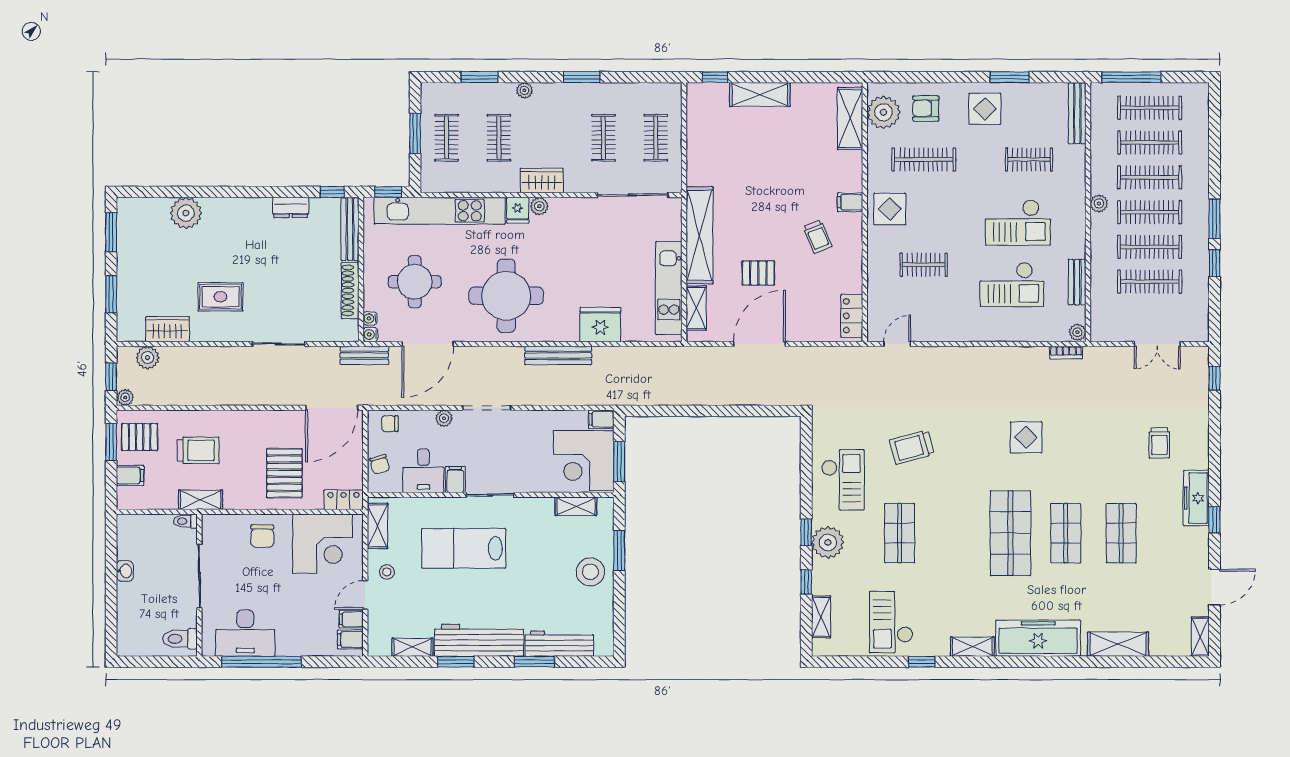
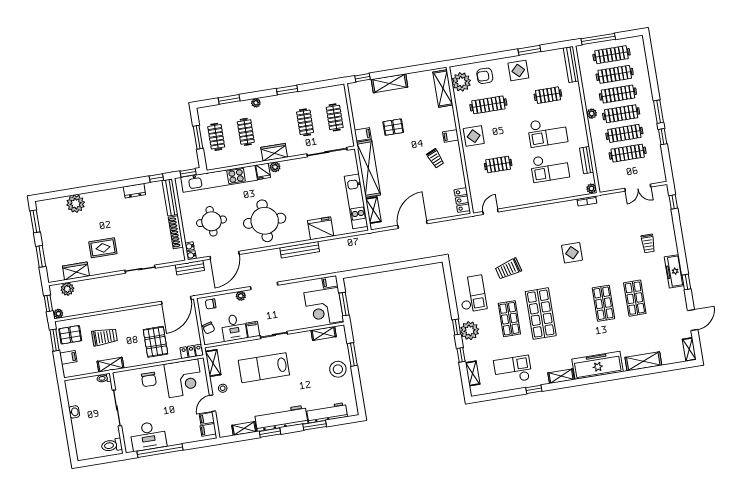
filing cabinet: (699, 175) -> (363, 134), added
pallet: (758, 273) -> (393, 127), moved
shop shelf: (1010, 533) -> (541, 314), moved
checkout: (891, 622) -> (513, 370), turned 90

